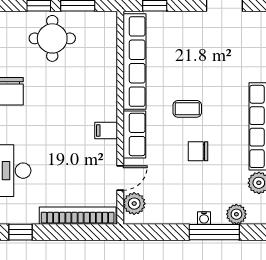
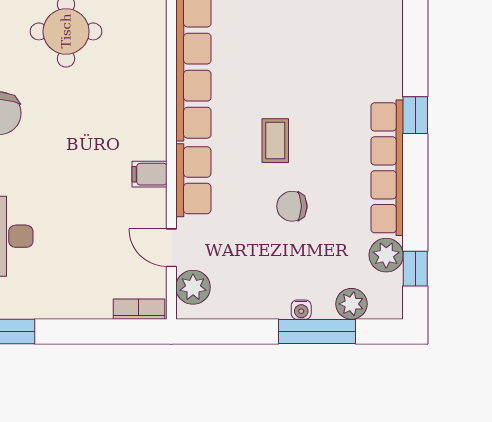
coffee table: (187, 109) -> (275, 141), turned 90
door: (120, 178) -> (171, 248), swing flipped
bookcase: (78, 216) -> (139, 309), width x0.43, depth x0.76

